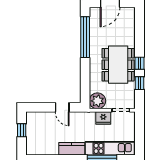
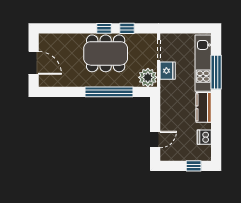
window: (85, 37) -> (109, 92), moved
door: (62, 107) -> (155, 139), moved
window: (22, 130) -> (194, 166), moved
dishwasher: (46, 149) -> (204, 137), added

